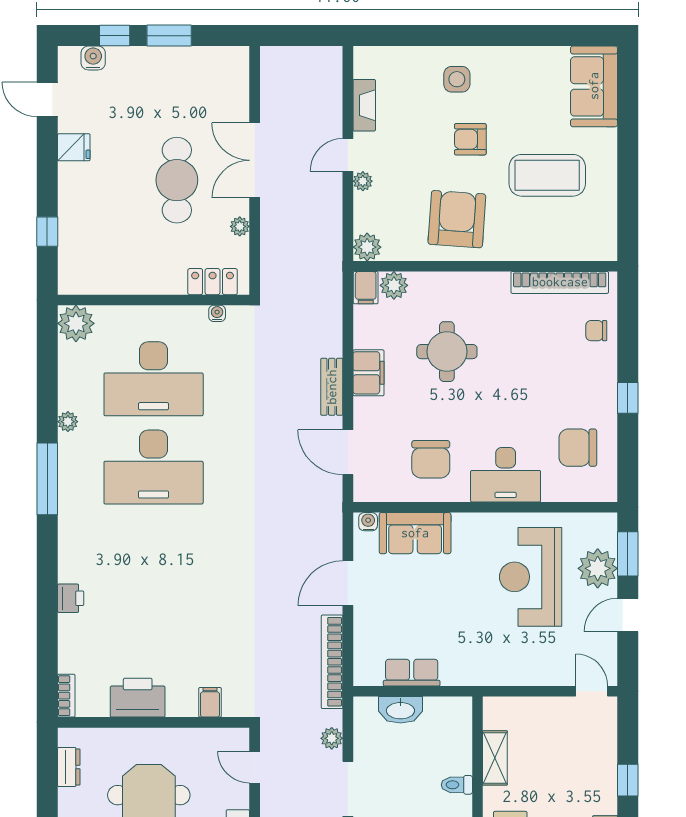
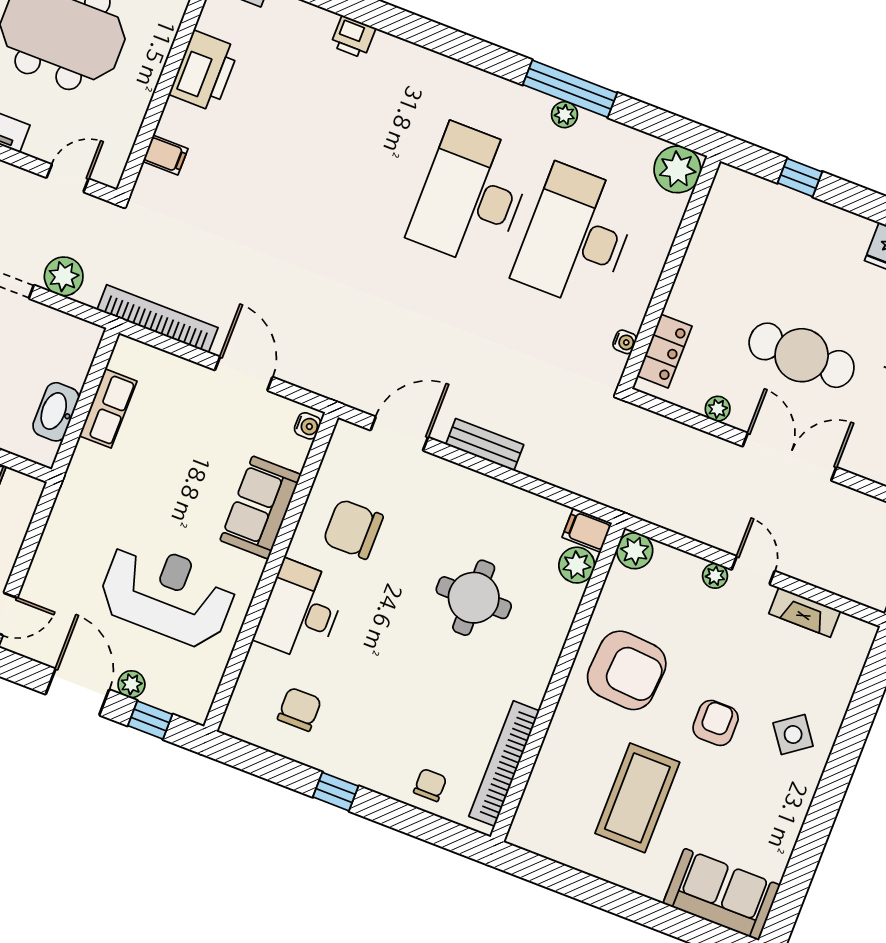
side table: (457, 79) -> (793, 734), turned -36
filing cabinet: (368, 373) -> (484, 495), removed
chair: (578, 448) -> (299, 709), width x0.73, depth x0.73
window: (47, 479) -> (570, 89), moved
sofa: (415, 533) -> (260, 507), moved
window: (628, 554) -> (150, 720), width x0.67
plant: (598, 568) -> (131, 684), width x0.53, depth x0.53
door: (628, 615) -> (77, 692), width x1.38
washbasin: (400, 710) -> (56, 412), moved
plant: (332, 738) -> (64, 276), width x1.38, depth x1.38

